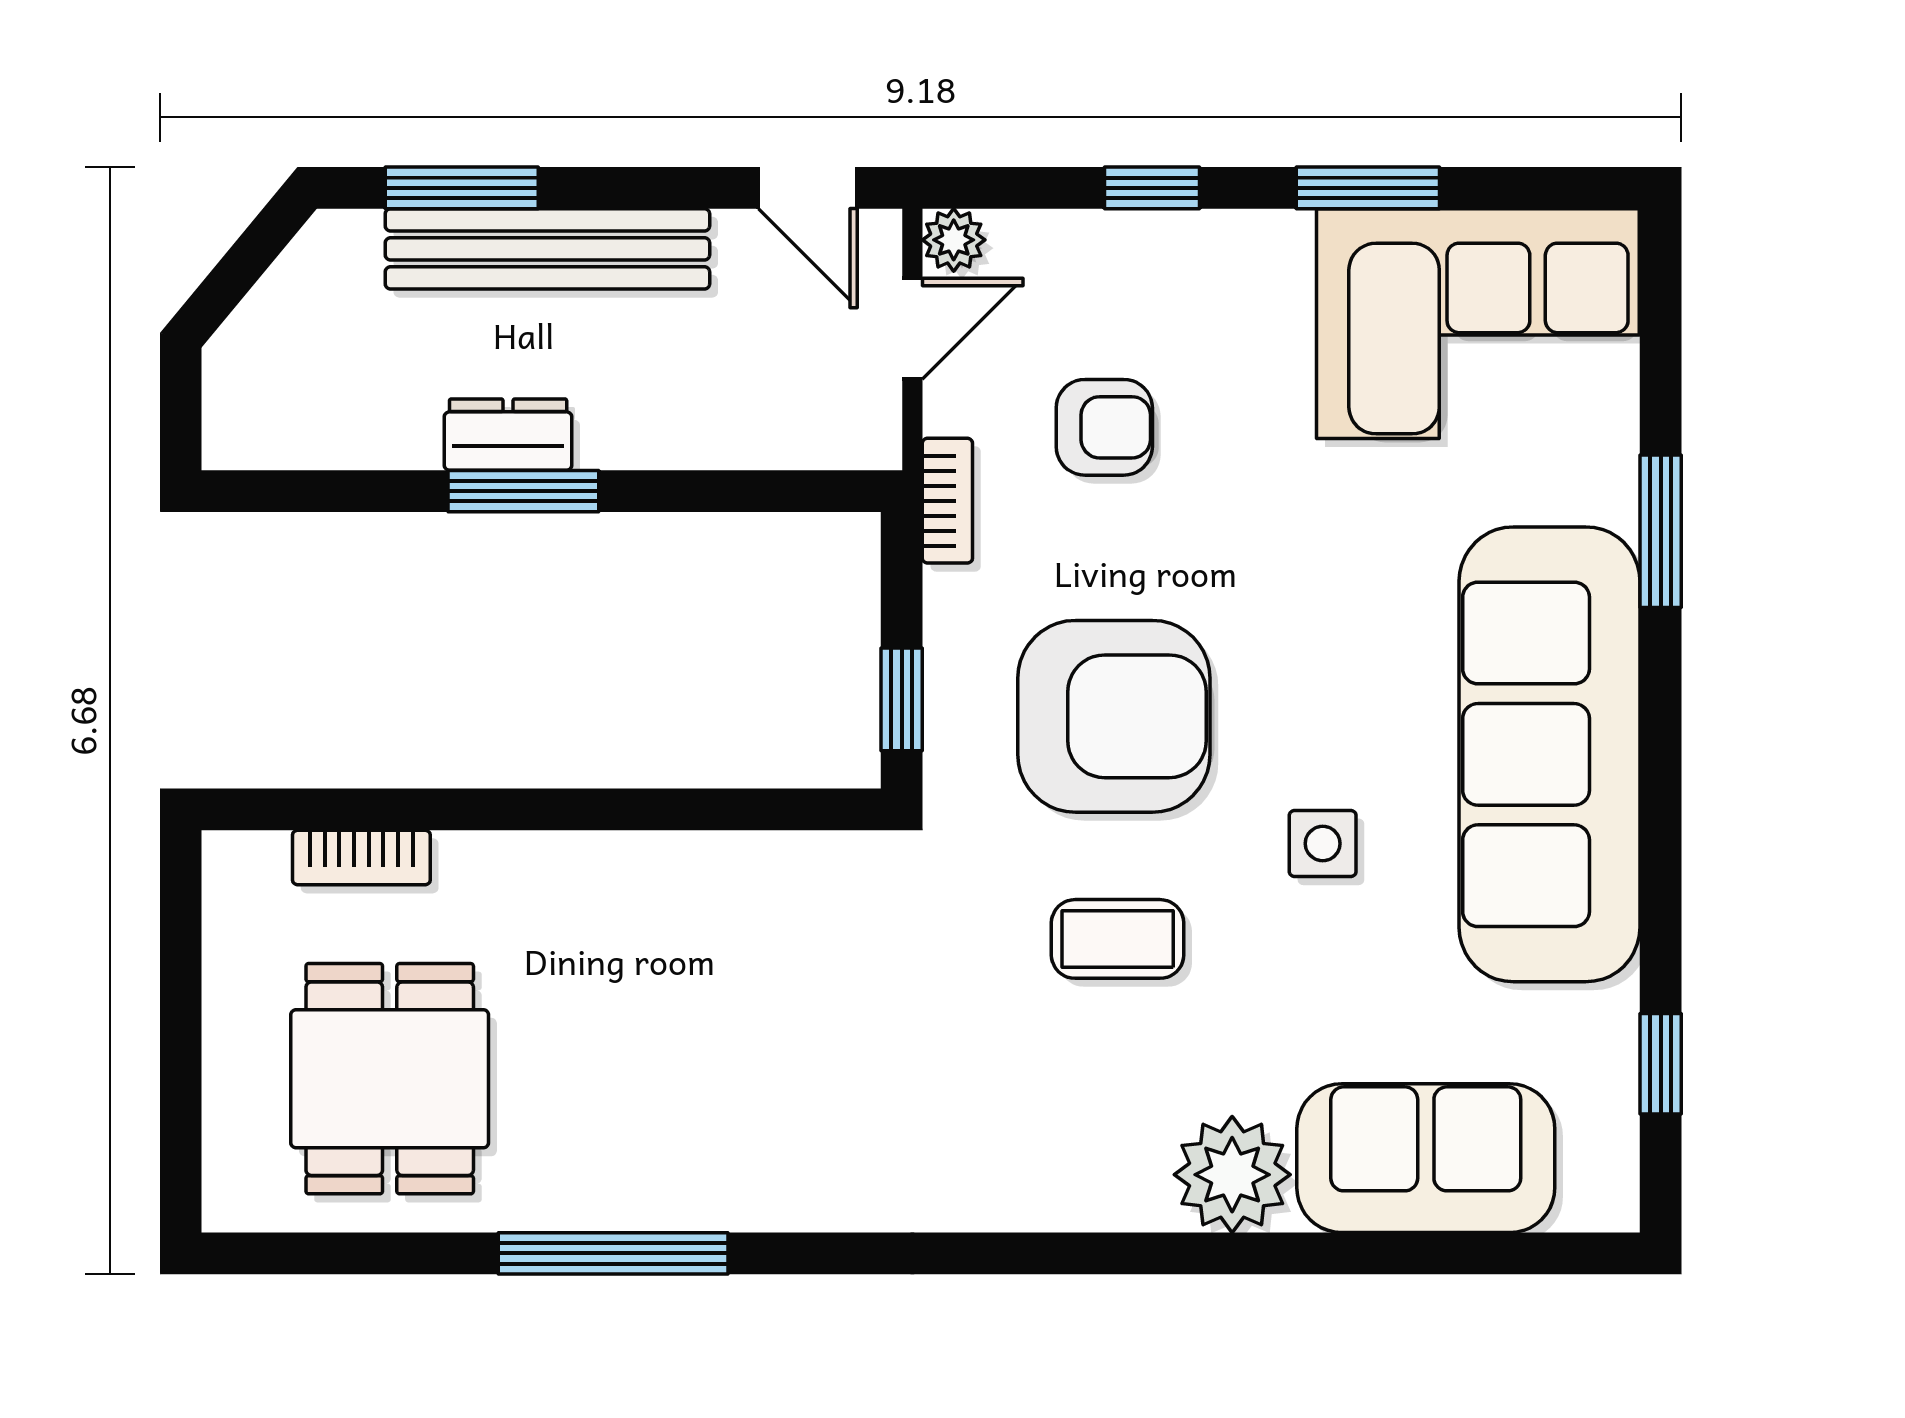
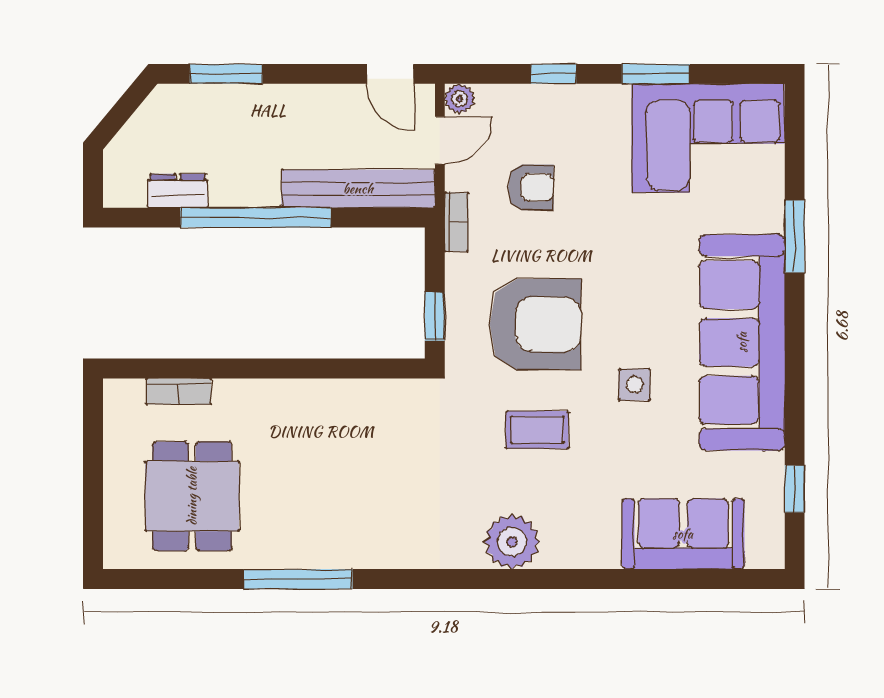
bench: (547, 249) -> (358, 189), moved
dresser: (508, 435) -> (178, 191), moved
window: (523, 491) -> (255, 218), width x2.11
plant: (1232, 1175) -> (512, 542), moved

